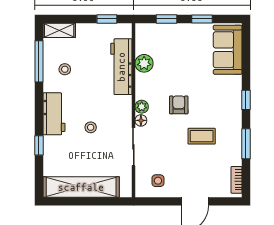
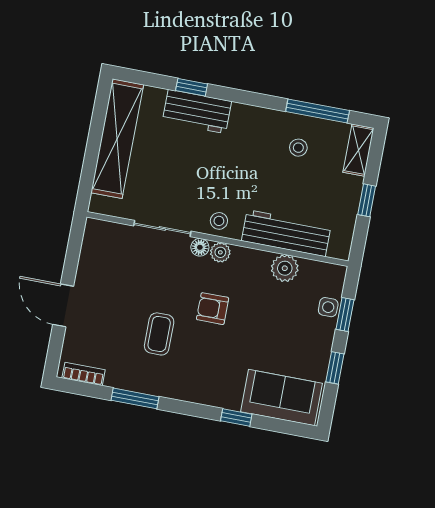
window: (107, 19) -> (367, 200), moved
window: (246, 100) -> (236, 418), moved
armchair: (179, 105) -> (213, 309), turned 180
workbench: (54, 114) -> (197, 112), moved
stool: (91, 127) -> (219, 221), moved
side table: (158, 181) -> (328, 307), moved

